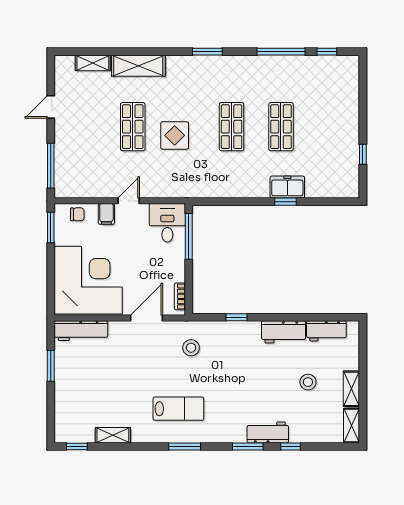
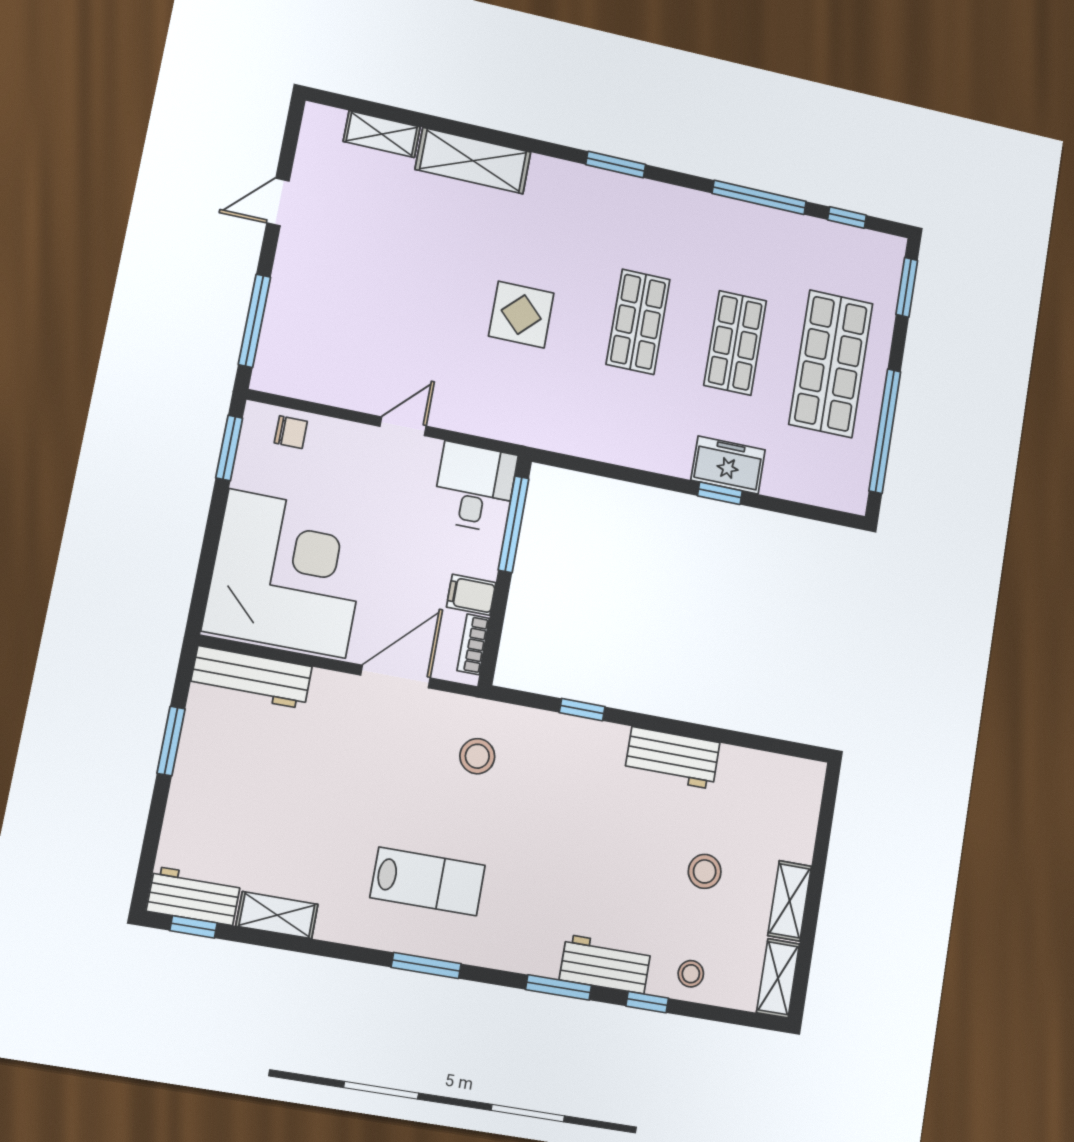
window: (363, 80) -> (907, 287), added
shop shelf: (133, 127) -> (831, 364), moved, width x1.43, depth x1.36
window: (363, 154) -> (885, 431), width x3.17
filing cabinet: (106, 214) -> (471, 595), moved, turned 90
workbench: (326, 331) -> (194, 896), moved, turned 180
stool: (309, 430) -> (691, 974), added

